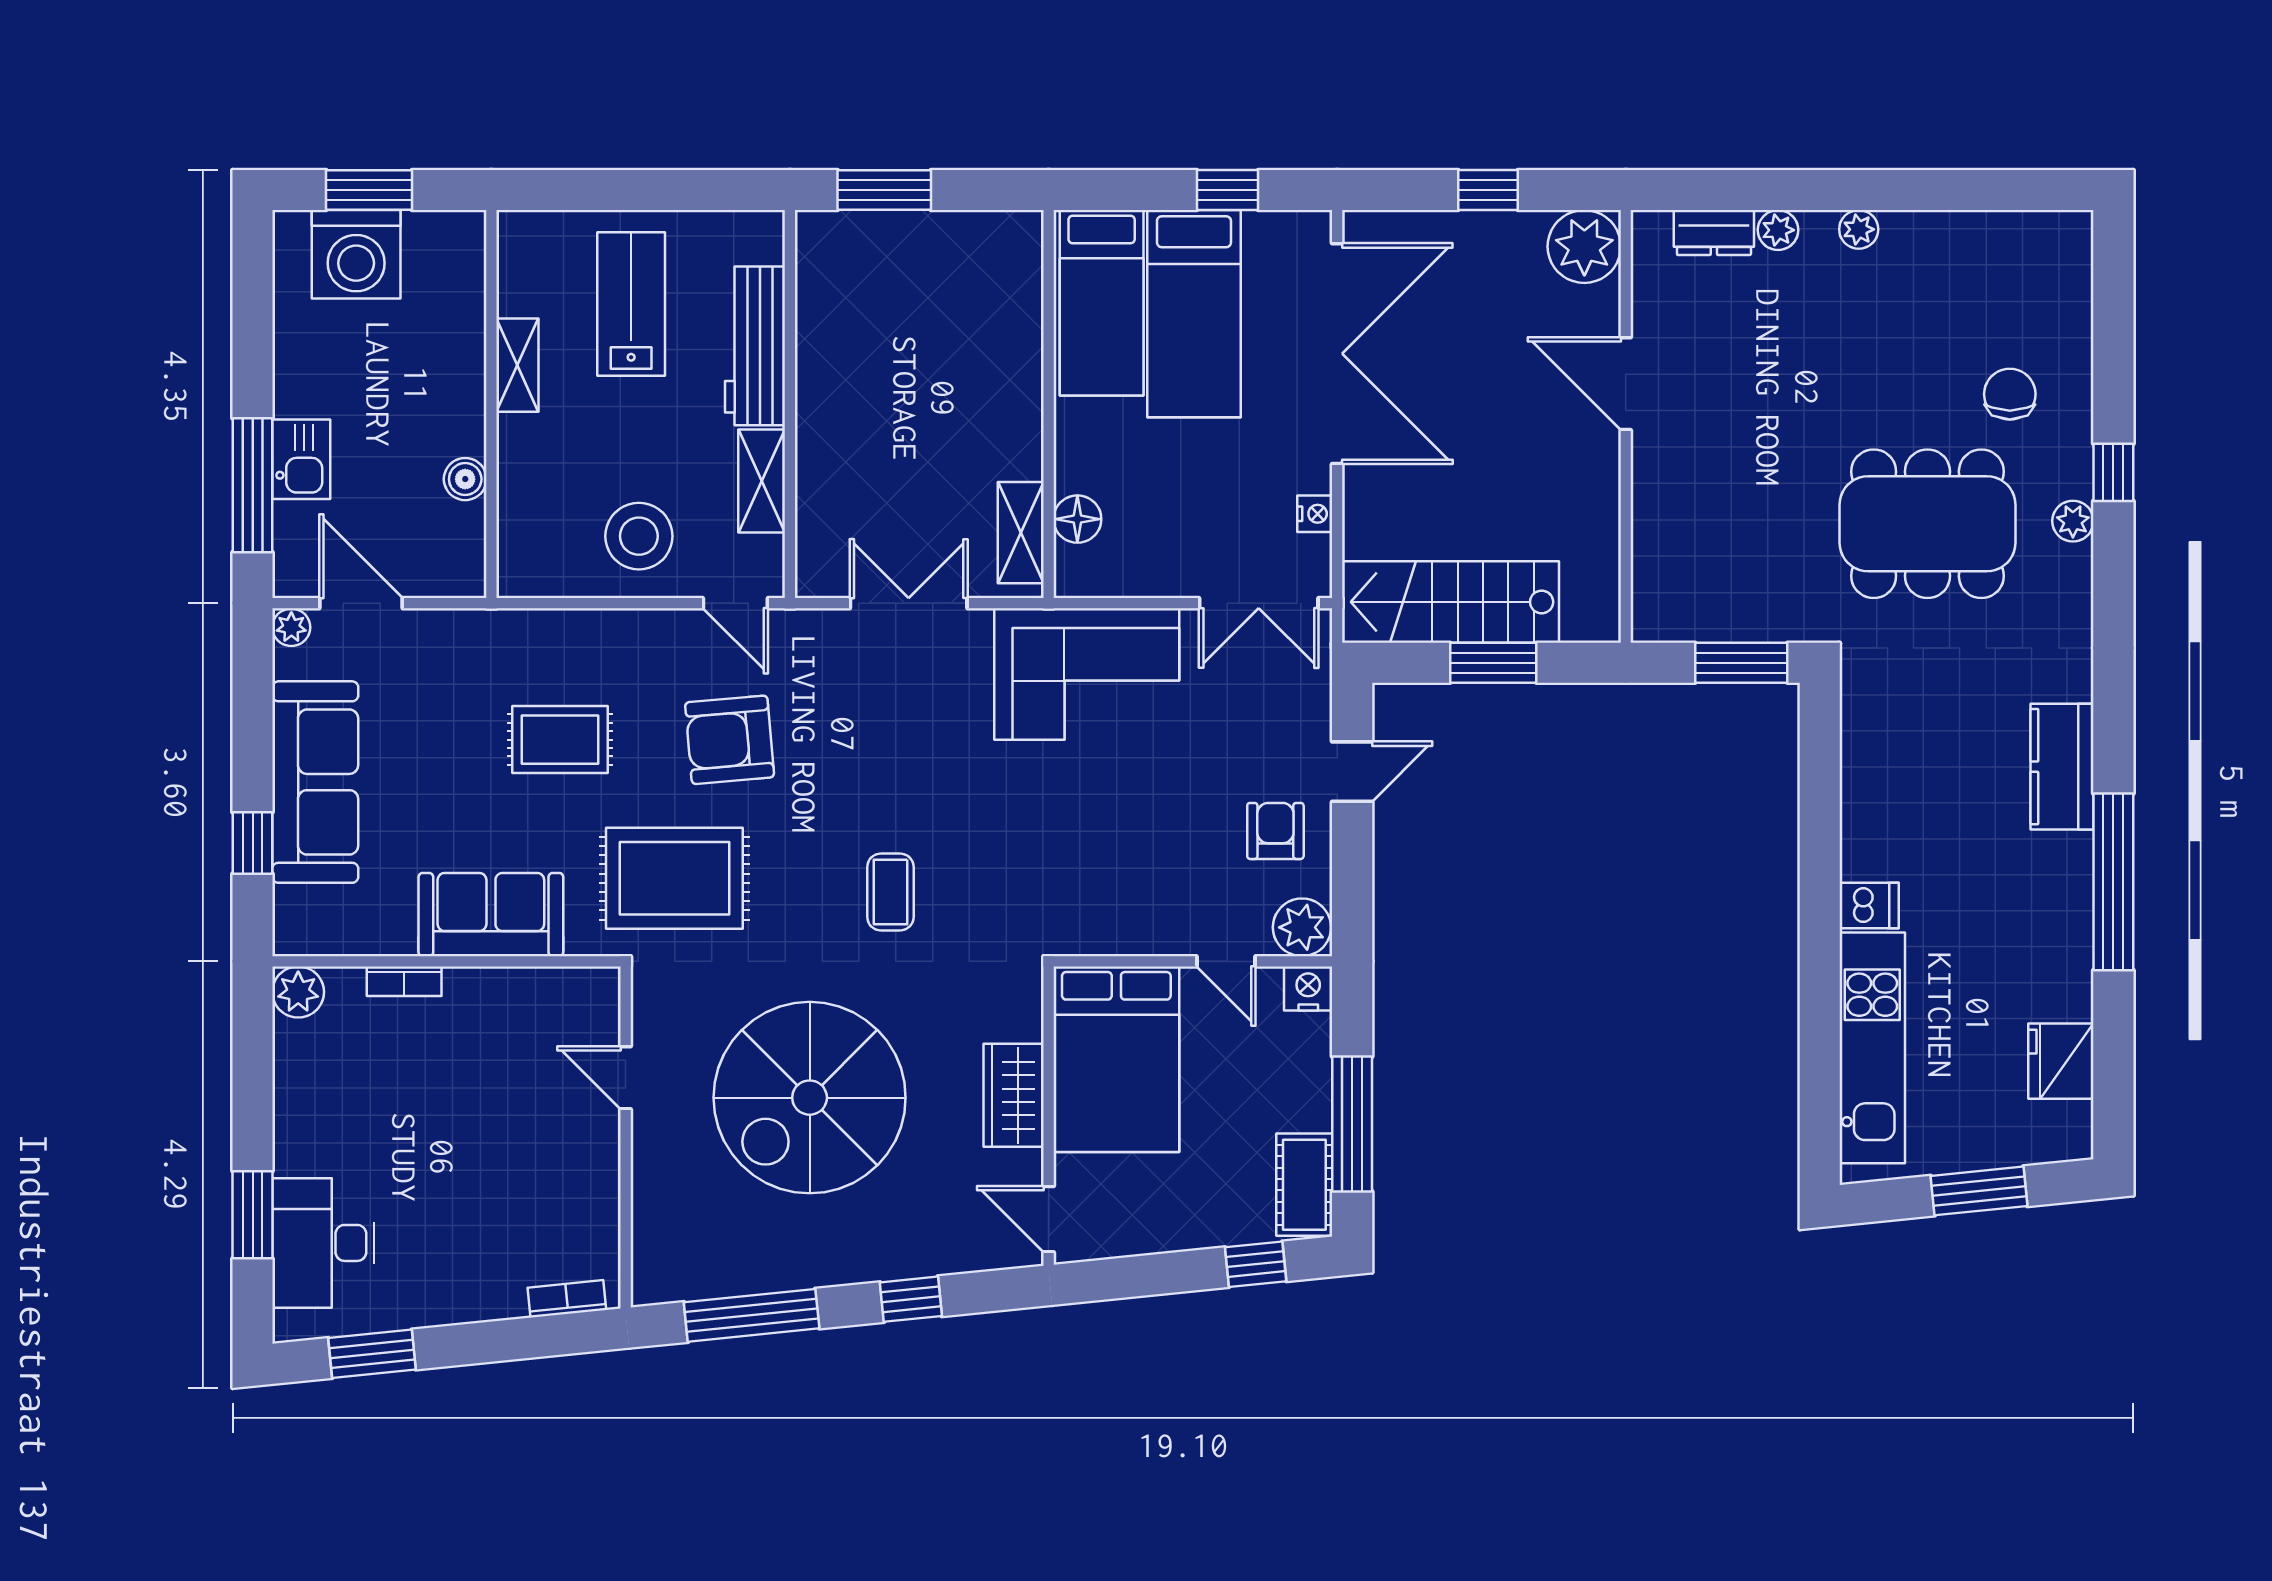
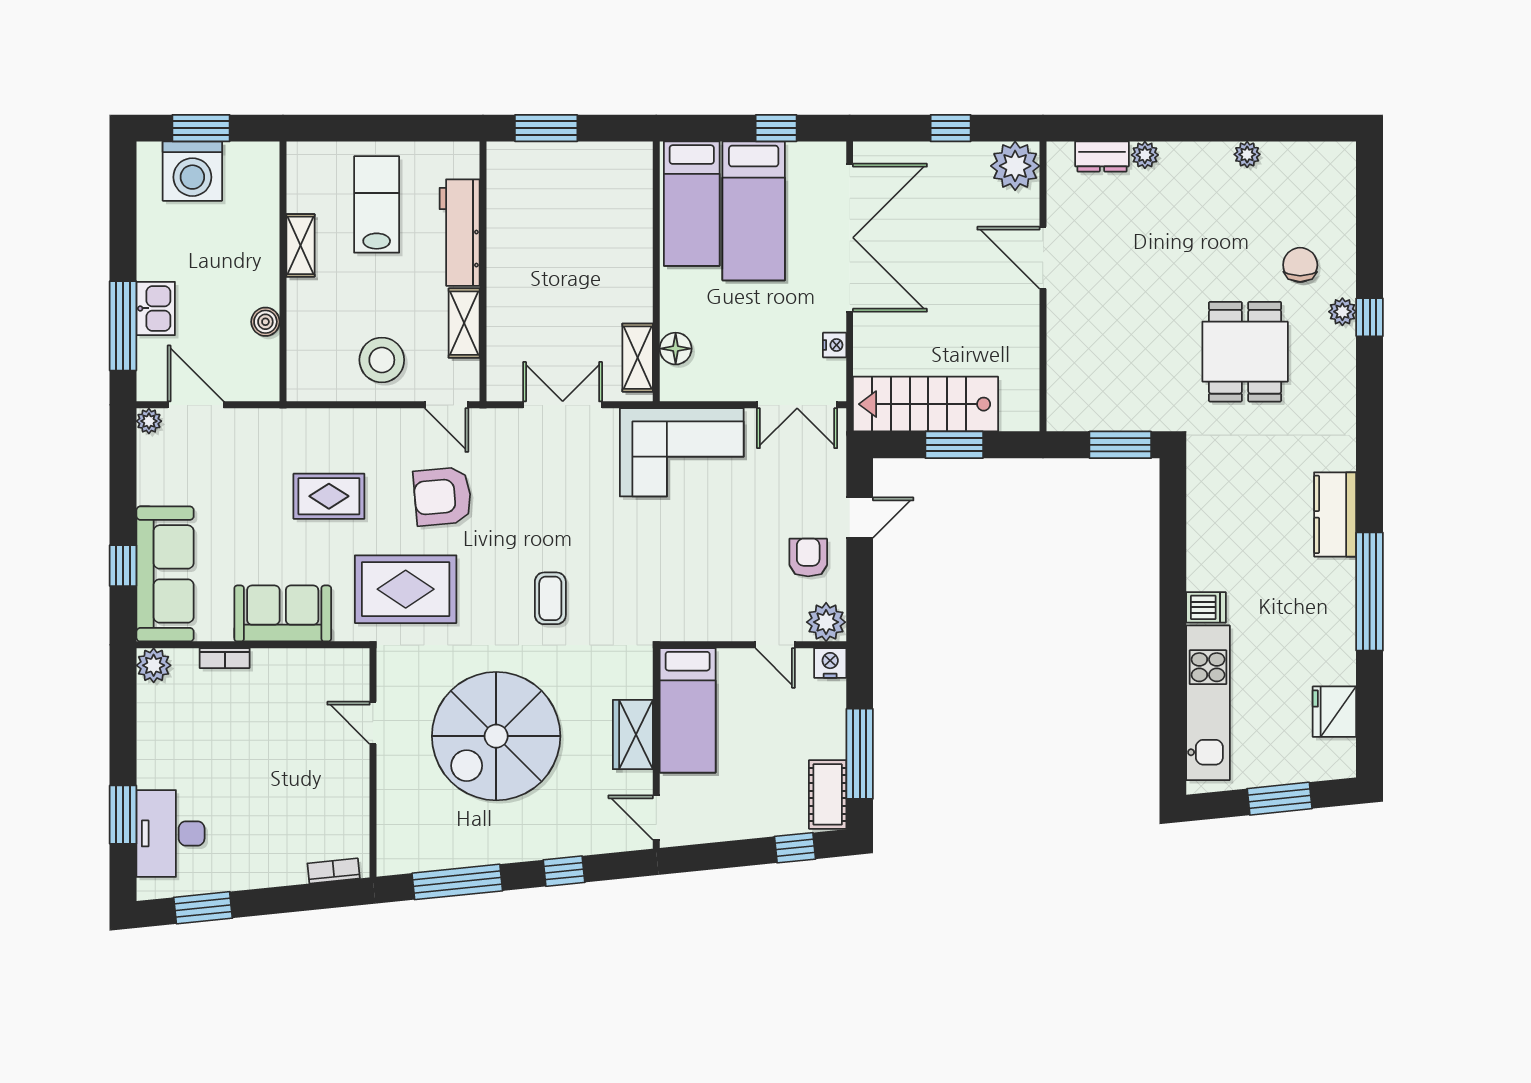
plant: (1859, 229) -> (1247, 154), moved
plant: (2073, 521) -> (1342, 312), moved
dining table: (1927, 524) -> (1245, 352), width x0.73
sofa: (315, 782) -> (165, 574), moved
bed: (1116, 1059) -> (688, 710), width x0.67

